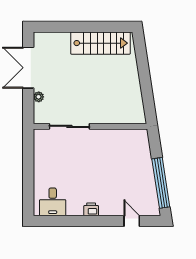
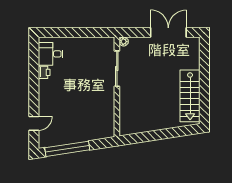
plant: (39, 97) -> (124, 42), moved
printer: (91, 209) -> (44, 72), moved

